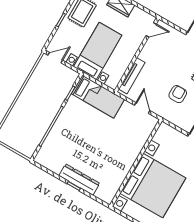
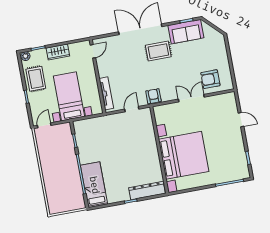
armchair: (178, 94) -> (153, 96), moved
bed: (98, 97) -> (94, 185), moved, turned -90
door: (142, 108) -> (132, 109), hinge flipped
dresser: (79, 180) -> (147, 191), moved

